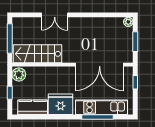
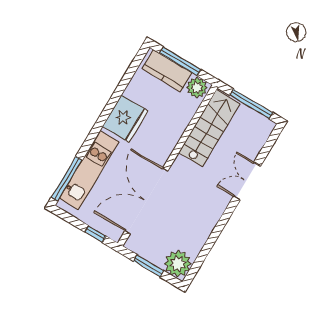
plant: (128, 22) -> (178, 264), width x1.88, depth x1.88
window: (10, 93) -> (180, 61), width x2.17
kitchen counter: (33, 107) -> (167, 71), moved, turned 90
window: (97, 117) -> (67, 179), moved

